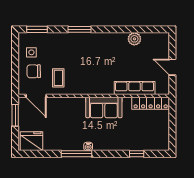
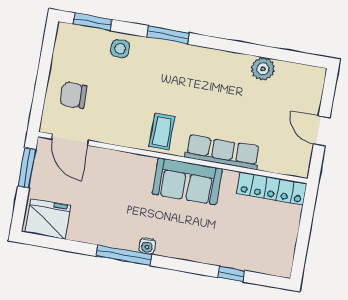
side table: (31, 52) -> (120, 49), moved
coffee table: (58, 78) -> (162, 132), moved
row of seats: (135, 88) -> (223, 152), moved

